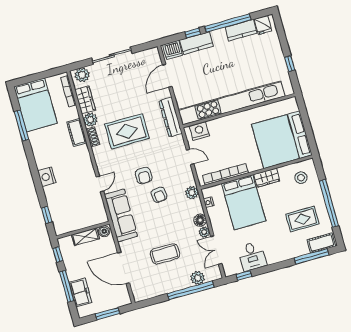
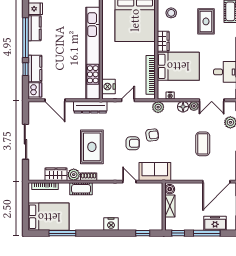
plant: (82, 75) -> (35, 171), removed
sofa: (121, 215) -> (155, 171), width x0.73
door: (123, 268) -> (216, 182), moved

